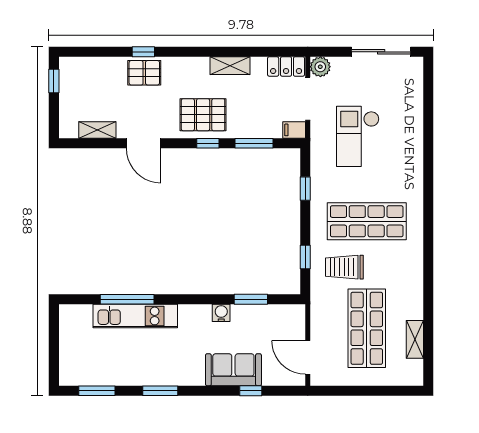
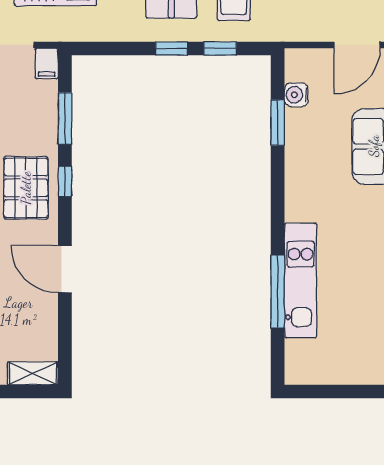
shelving: (97, 130) -> (33, 373), moved, turned 90
door: (144, 143) -> (65, 269), swing flipped
window: (305, 189) -> (172, 48), moved
water cooler: (221, 313) -> (296, 95), moved

